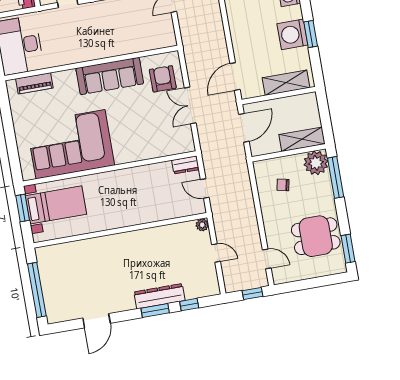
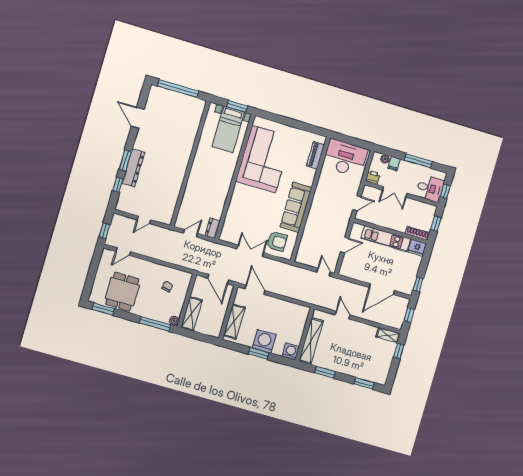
plant: (316, 163) -> (174, 321), width x0.53, depth x0.53
plant: (202, 225) -> (167, 220), removed

